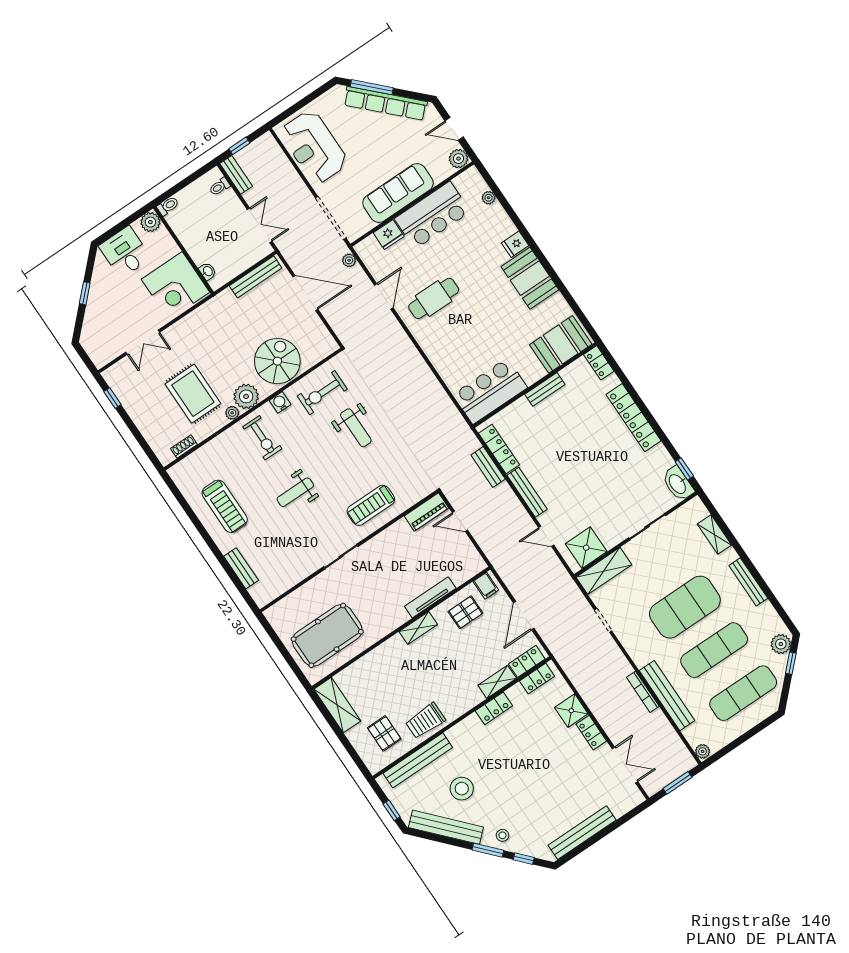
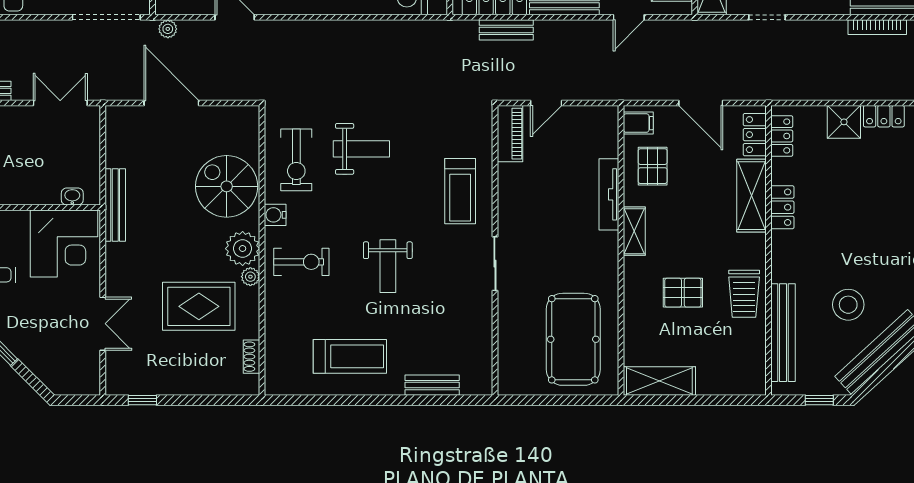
bench: (256, 277) -> (115, 205), moved
door: (305, 293) -> (171, 103), hinge flipped
shelving: (497, 682) -> (751, 196), width x1.50, depth x1.33
pallet: (384, 733) -> (683, 293), moved

